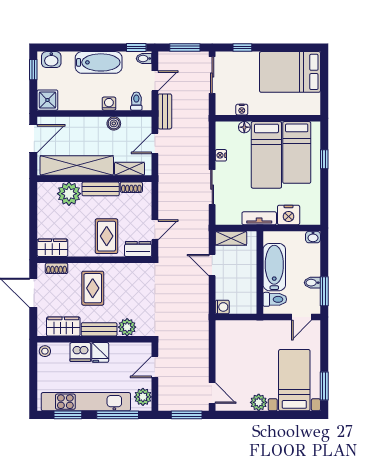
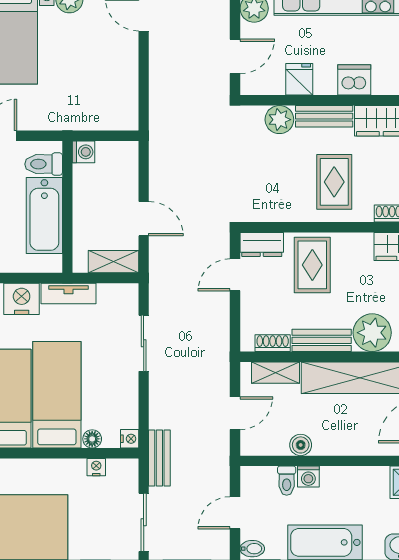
toilet: (136, 101) -> (287, 481), moved
bench: (165, 111) -> (159, 458), moved
nightstand: (221, 155) -> (130, 439), moved
washing machine: (222, 307) -> (84, 152), moved, turned 180
fridge: (100, 352) -> (299, 79), moved

